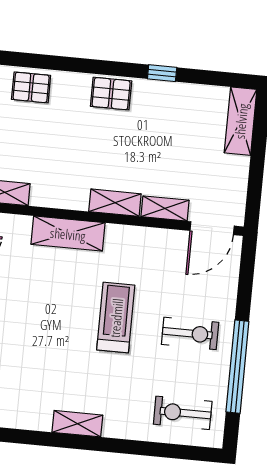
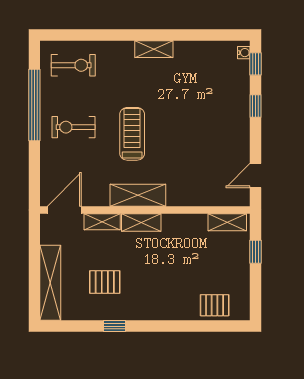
pallet: (111, 94) -> (105, 282), moved
shelving: (241, 121) -> (50, 283), width x1.47
shelving: (68, 234) -> (138, 195), moved
treadmill: (116, 318) -> (132, 134), turned 180

